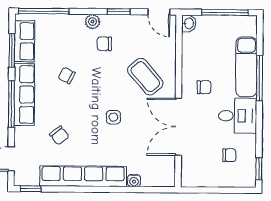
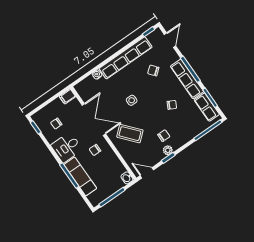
plant: (92, 22) -> (168, 150), moved
filing cabinet: (191, 179) -> (67, 96), added

